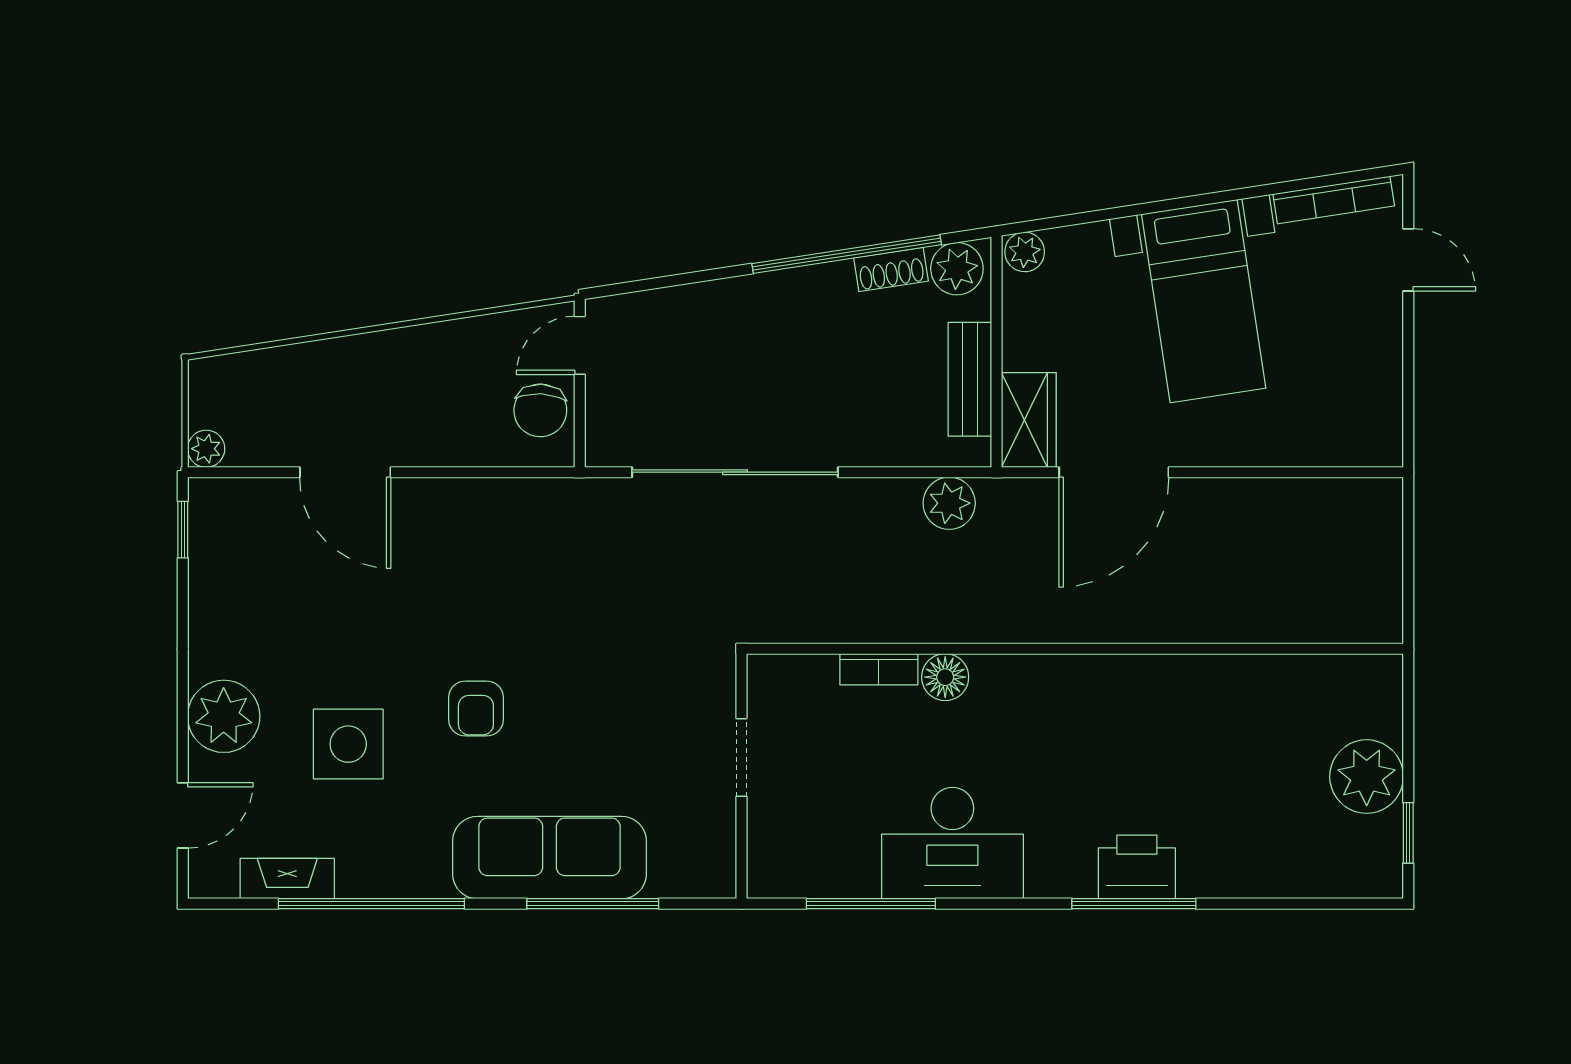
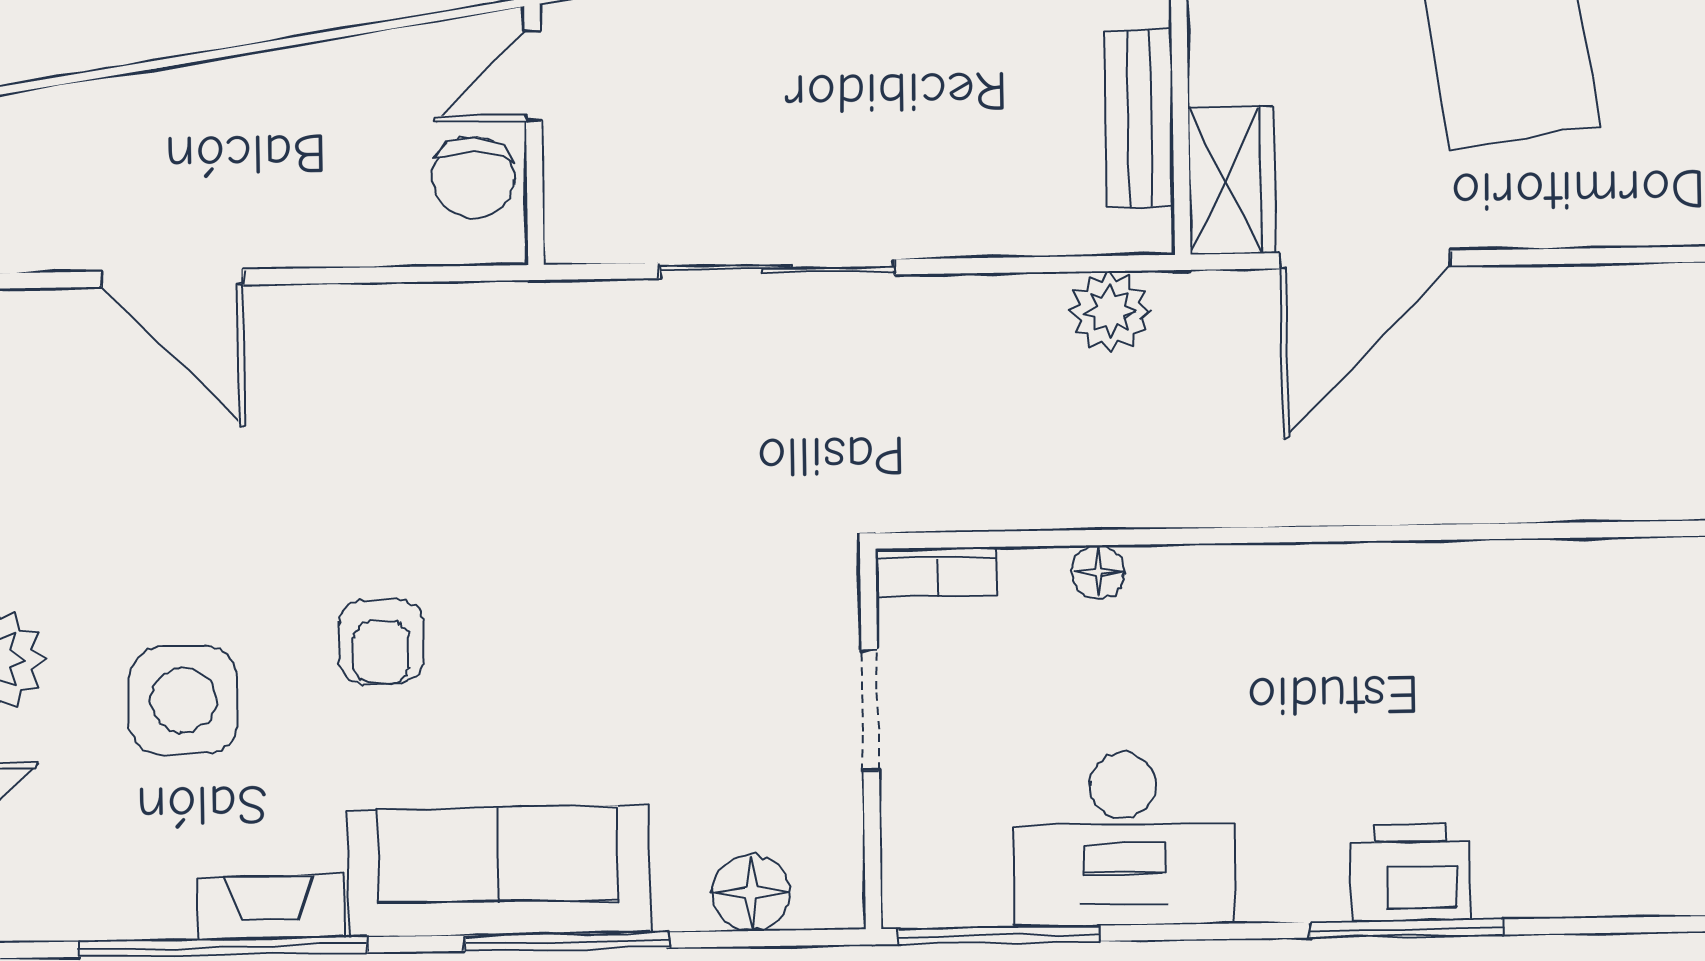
sliding door: (735, 472) -> (777, 269), width x0.73
bookcase: (879, 669) -> (936, 572), moved
floor lamp: (945, 677) -> (1098, 572), width x0.73, depth x0.73
doorway: (742, 758) -> (870, 710), moved
wall: (742, 776) -> (871, 739), moved
floor lamp: (712, 874) -> (751, 893), added
fireplace: (287, 879) -> (270, 907), moved

